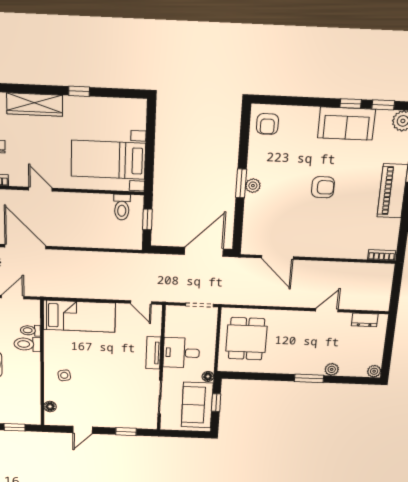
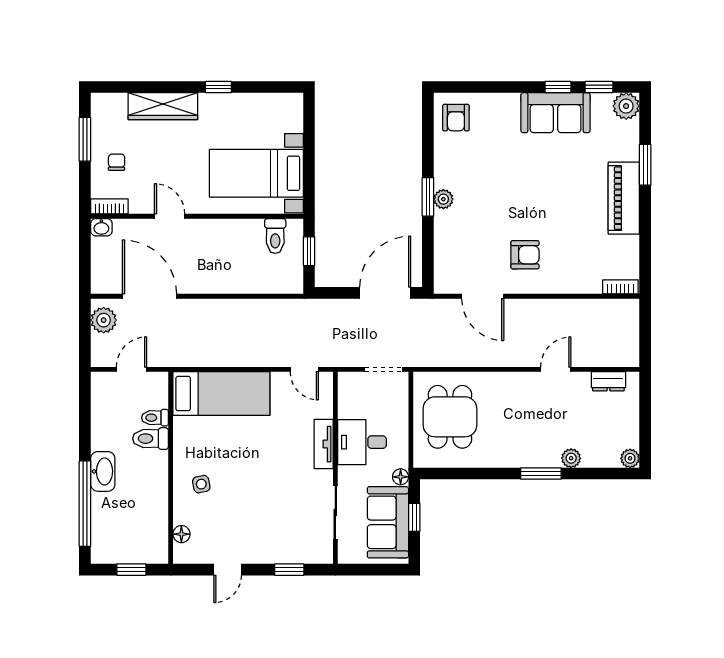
armchair: (323, 187) -> (525, 255), moved

